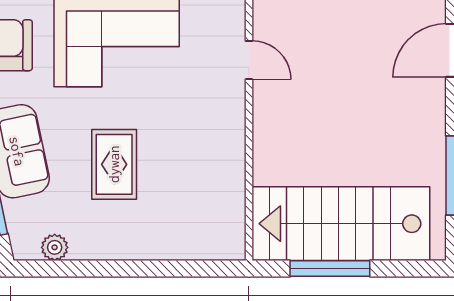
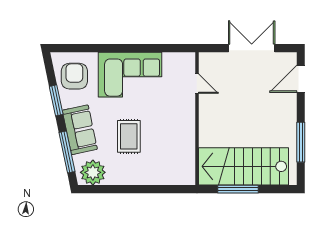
plant: (55, 247) -> (93, 172), width x1.87, depth x1.87

